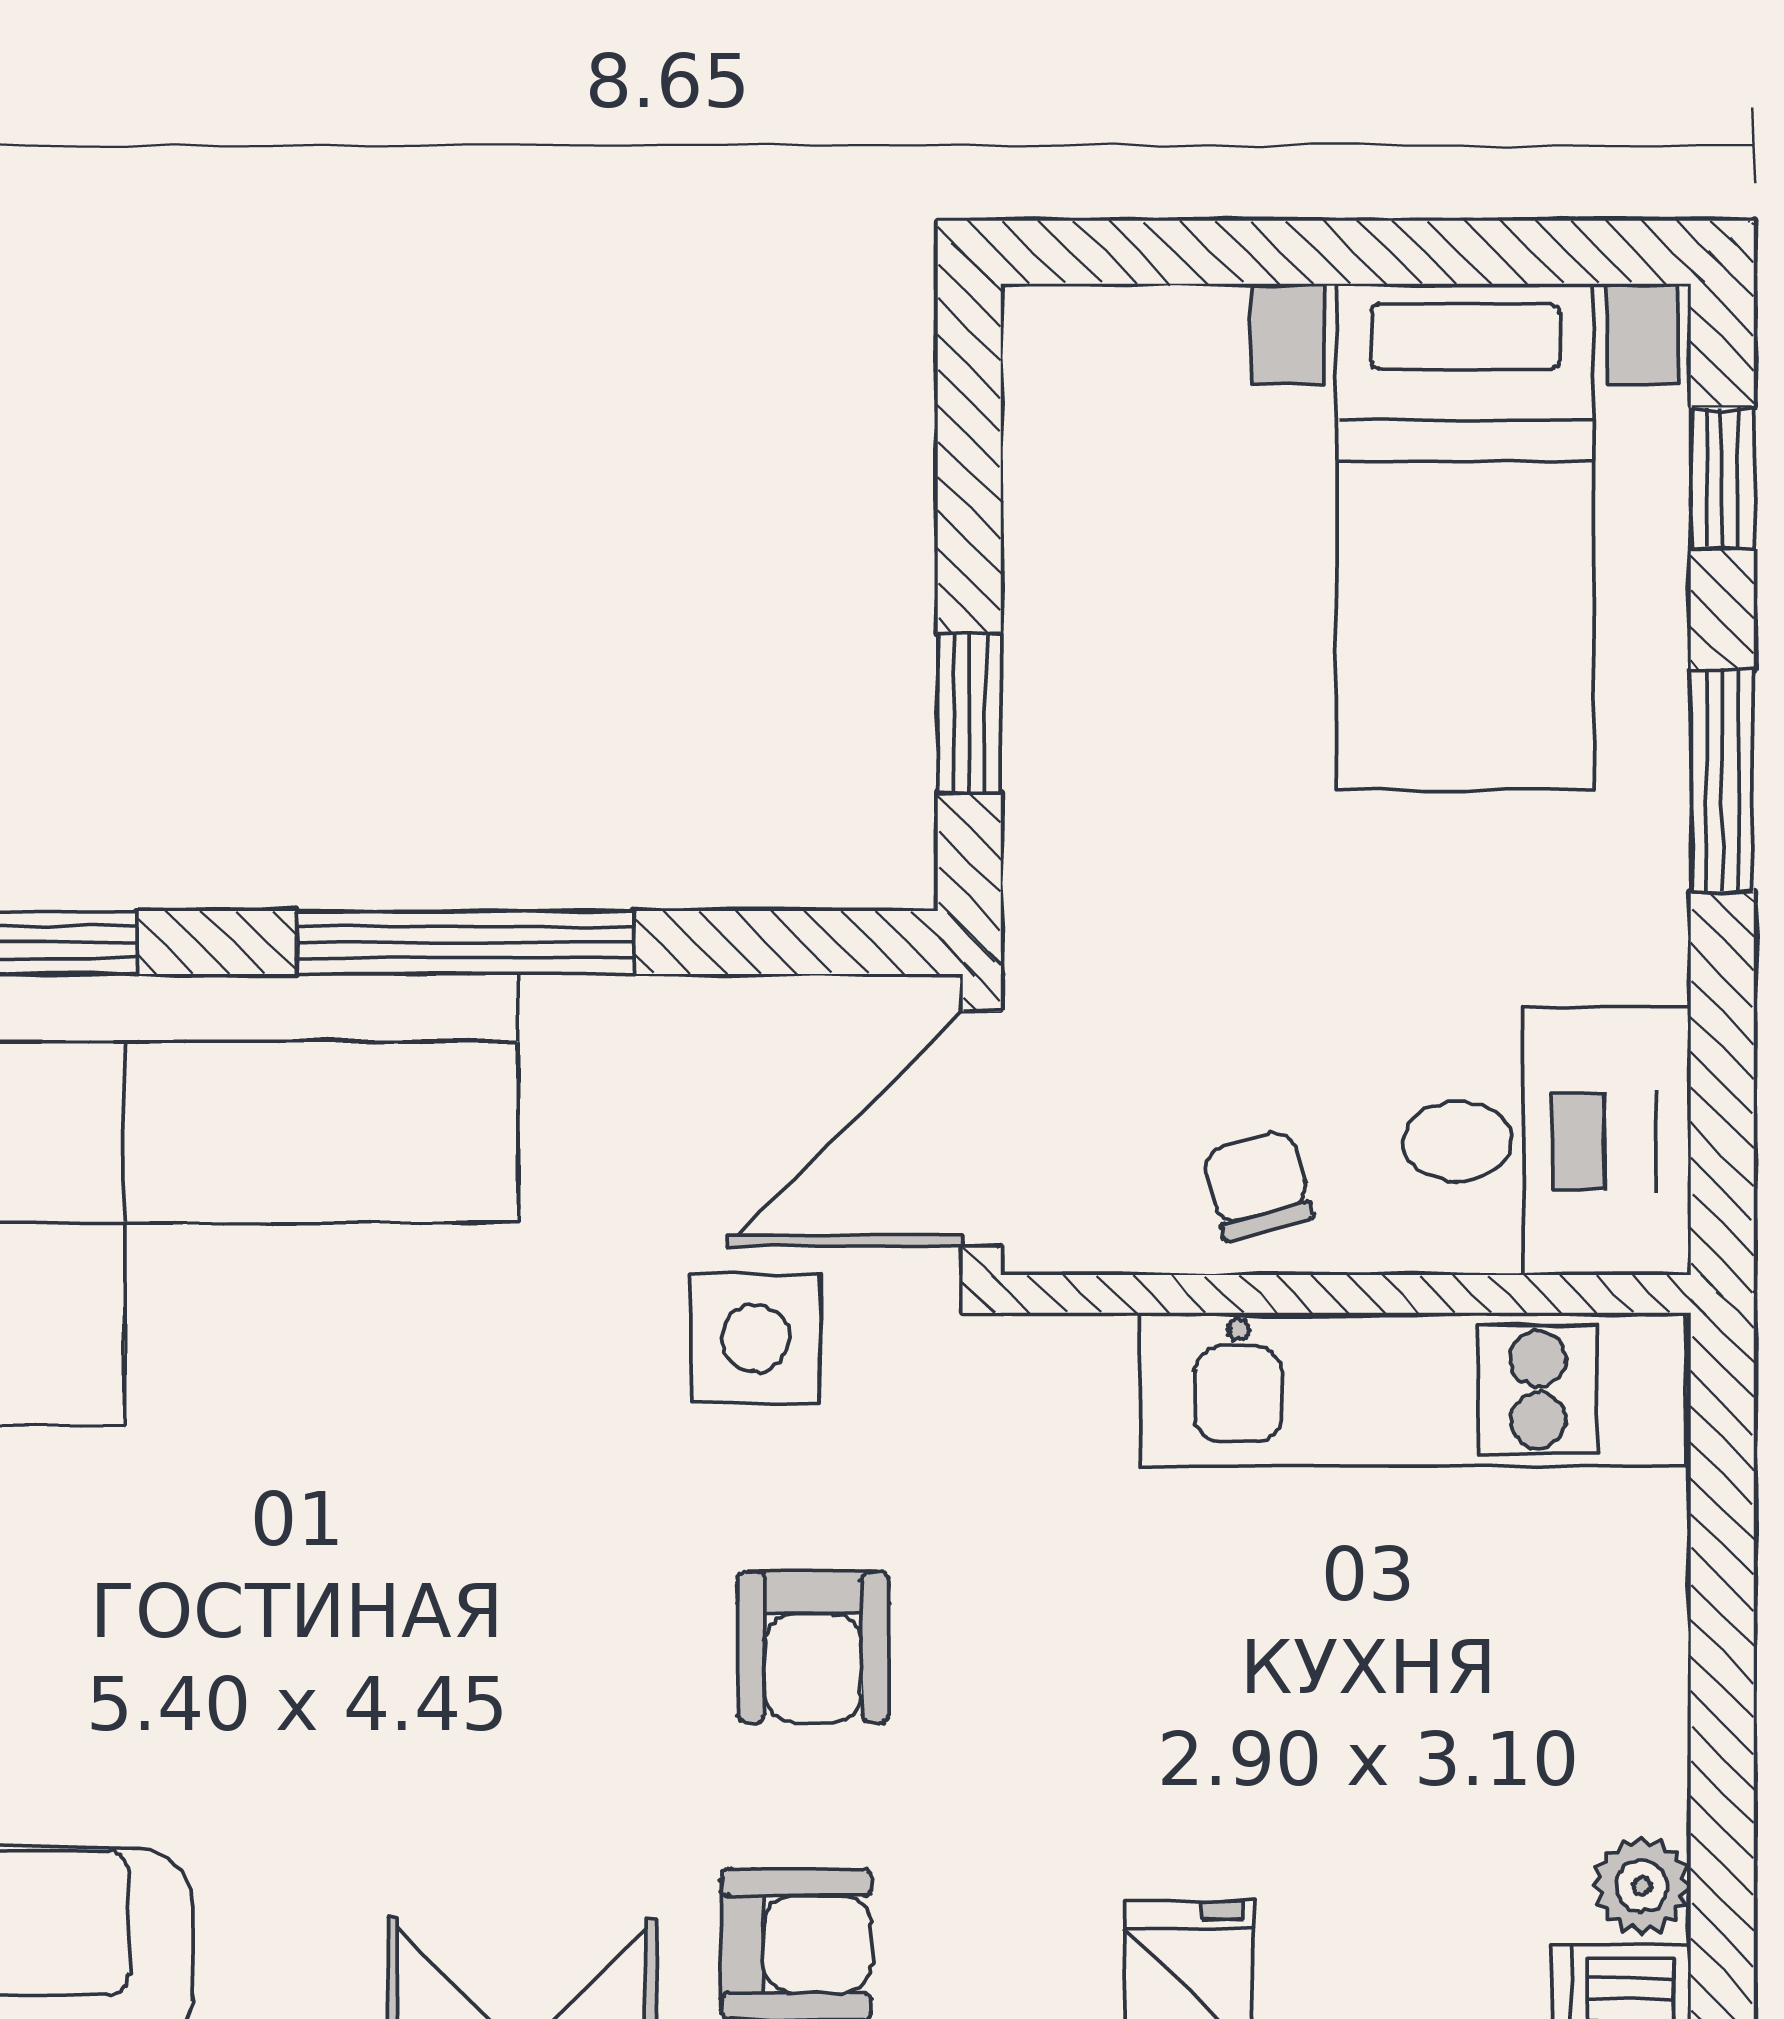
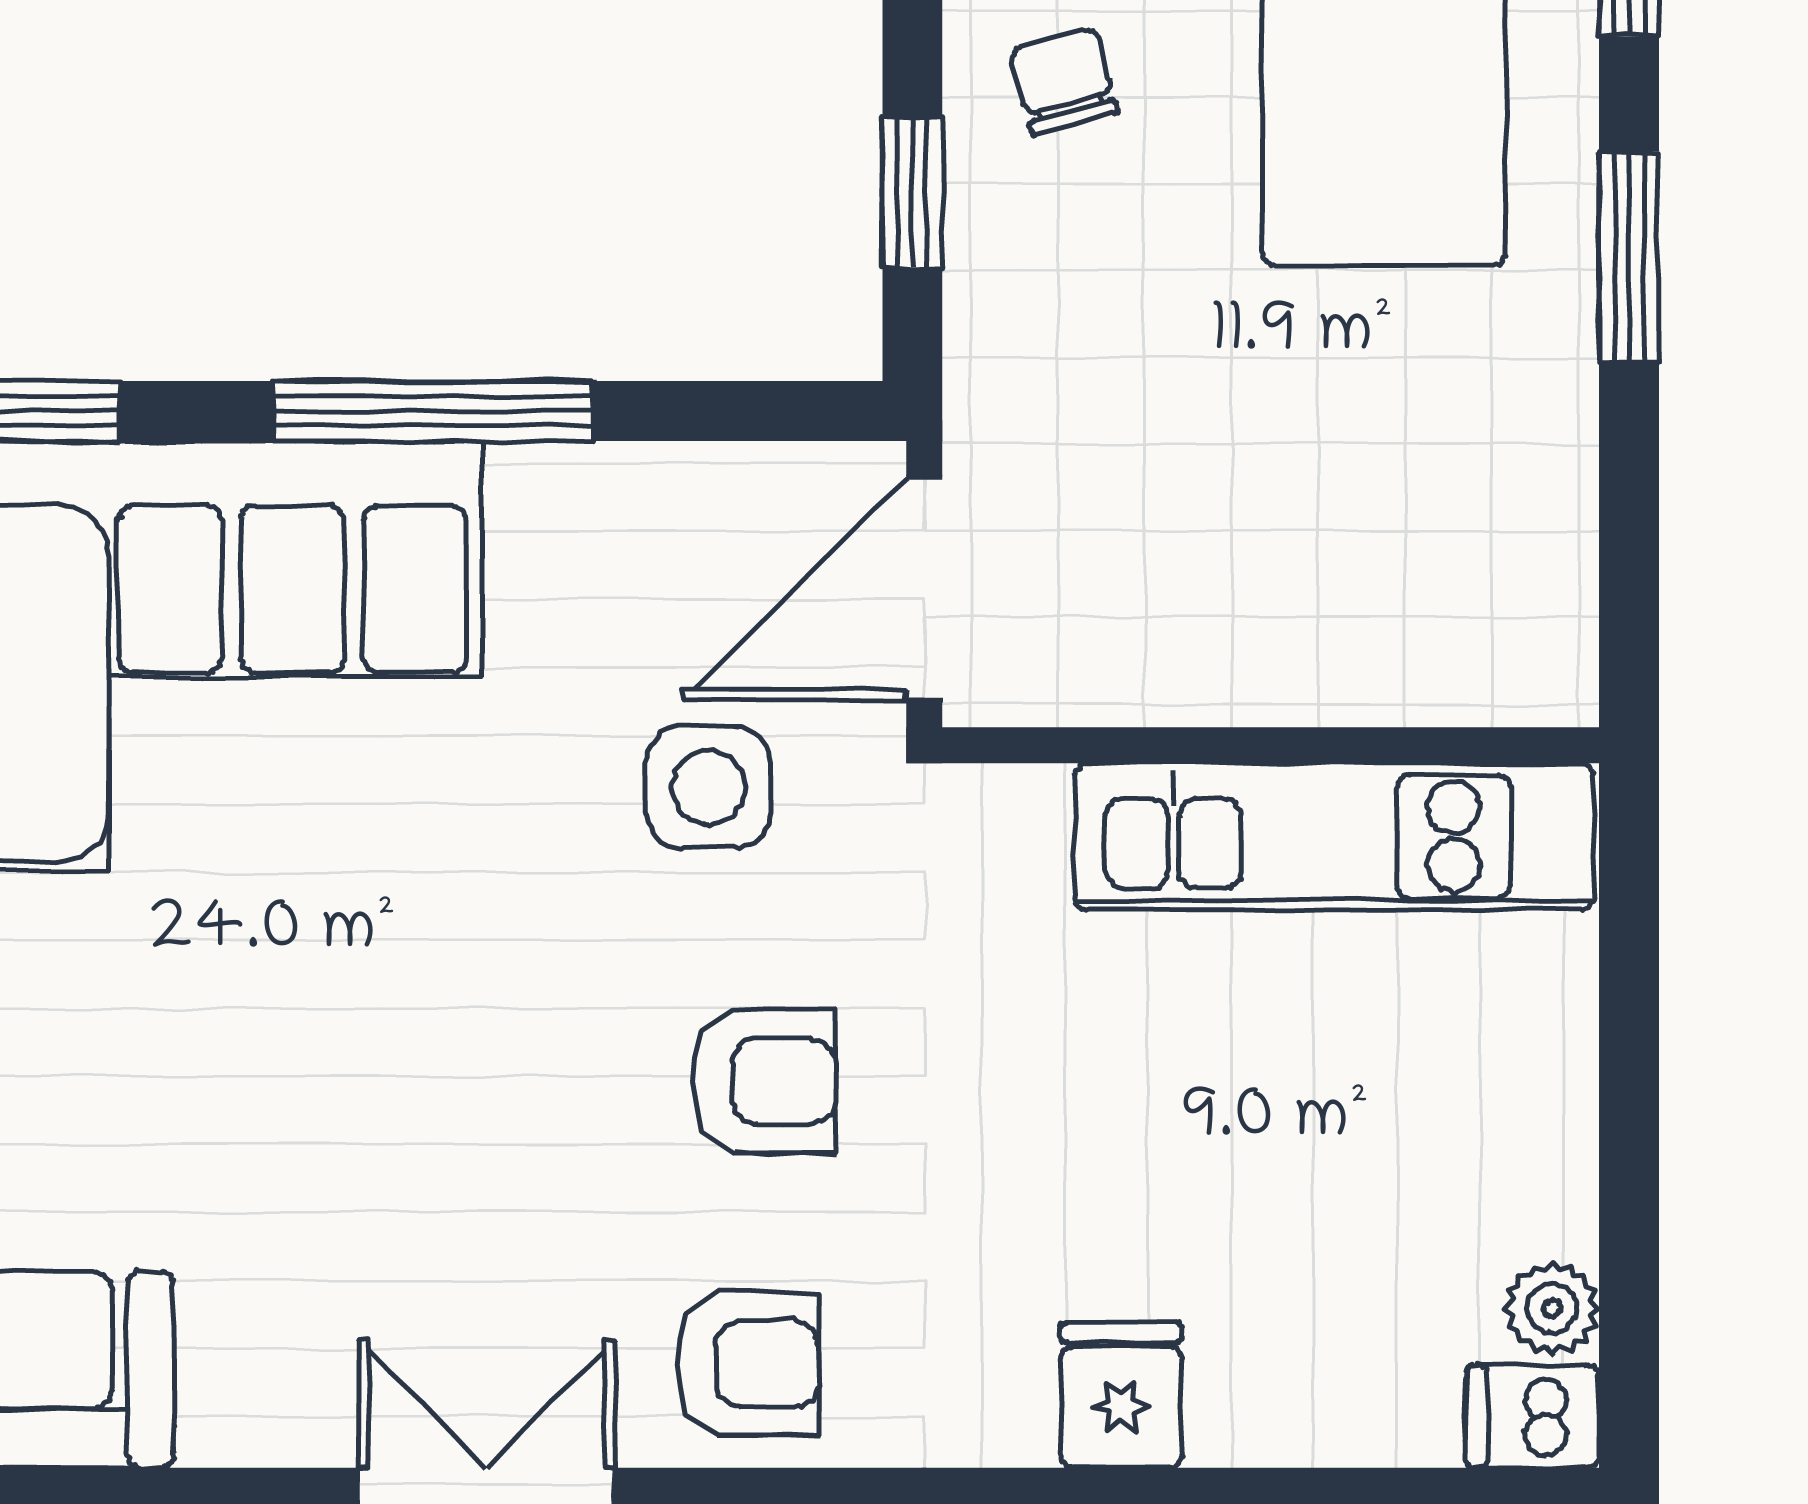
desk: (1546, 1141) -> (1462, 600), removed
chair: (1258, 1185) -> (1064, 81), moved
armchair: (813, 1647) -> (764, 1081), turned -90

